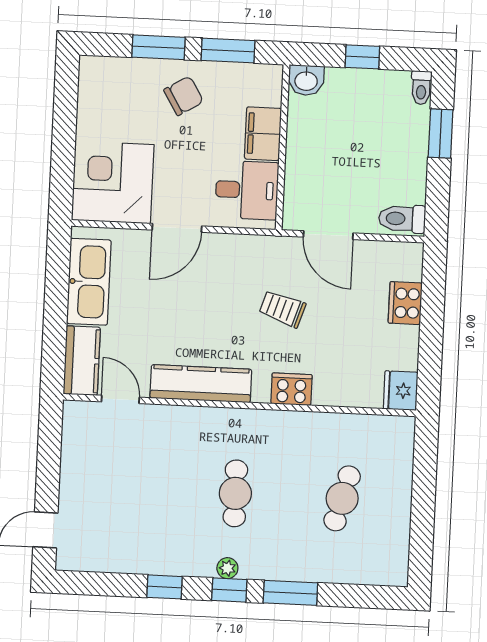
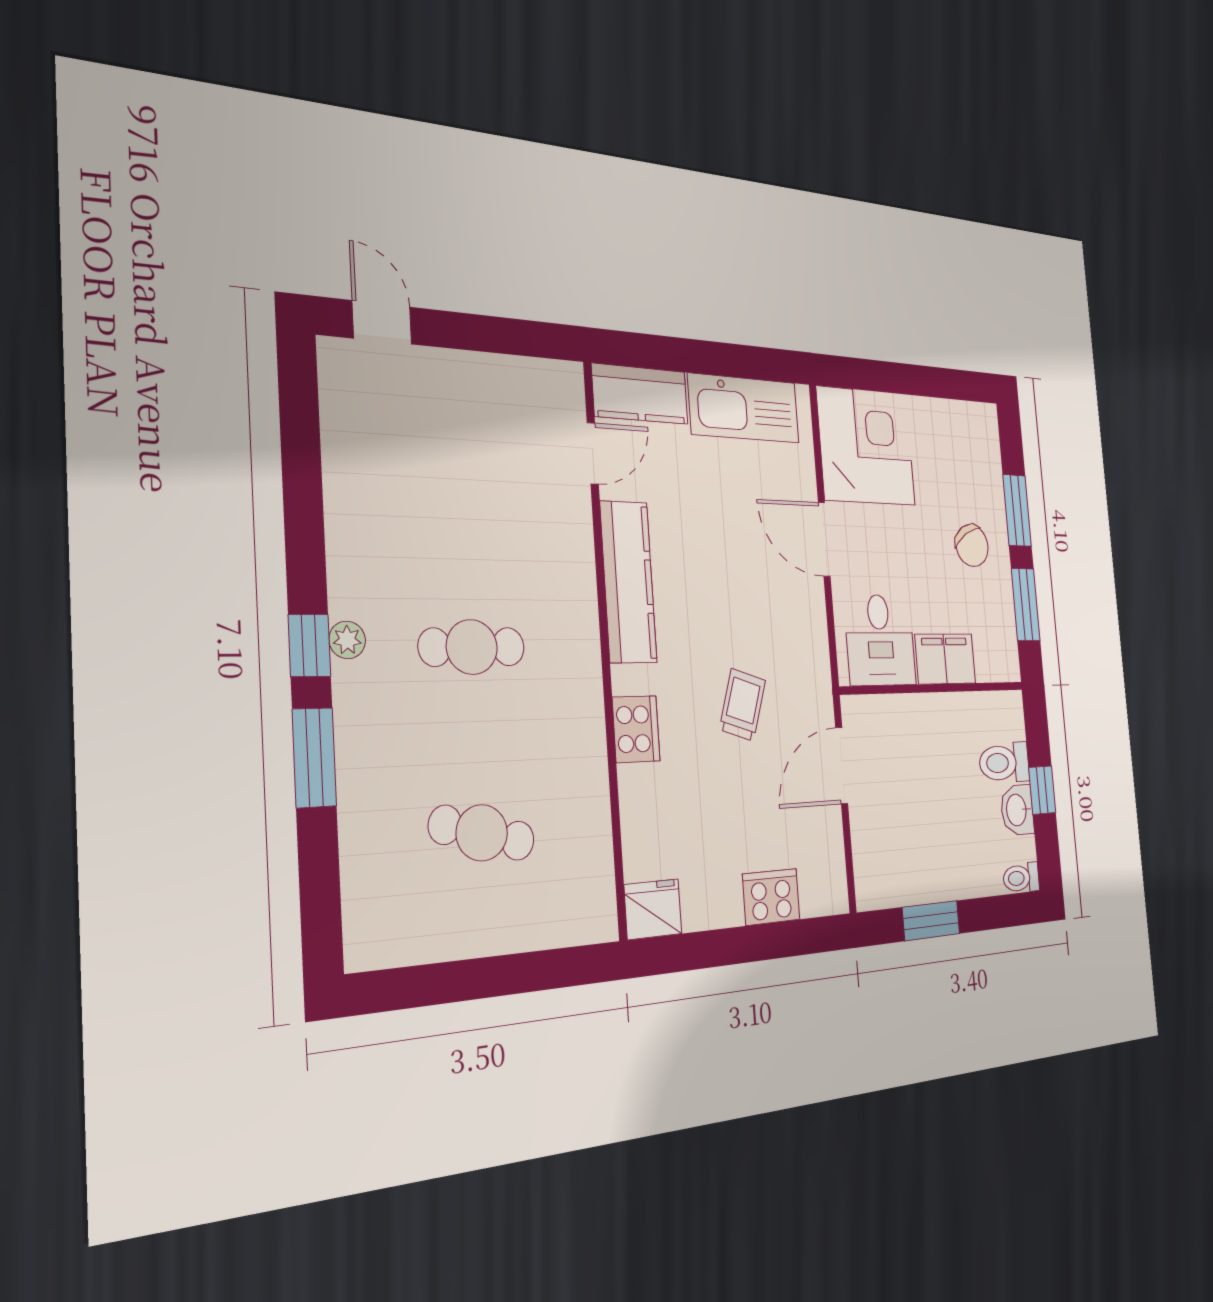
washbasin: (306, 80) -> (1017, 810), moved
window: (441, 133) -> (931, 921), moved
toilet: (402, 219) -> (1004, 763), moved, turned -90
window: (164, 587) -> (304, 528), removed

